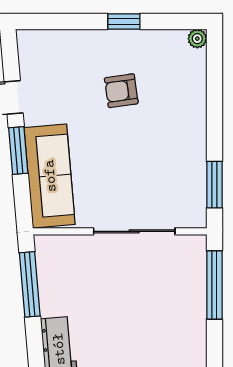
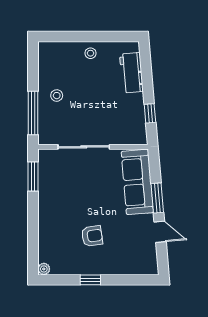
window: (30, 284) -> (150, 113), width x0.46
stool: (177, 312) -> (57, 96), added

